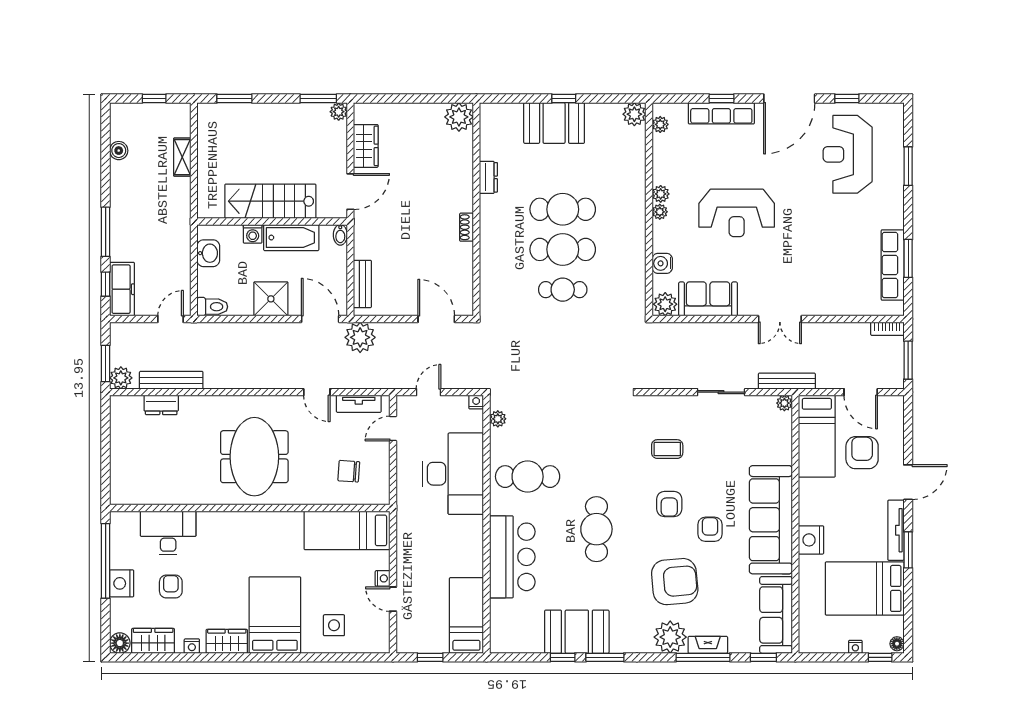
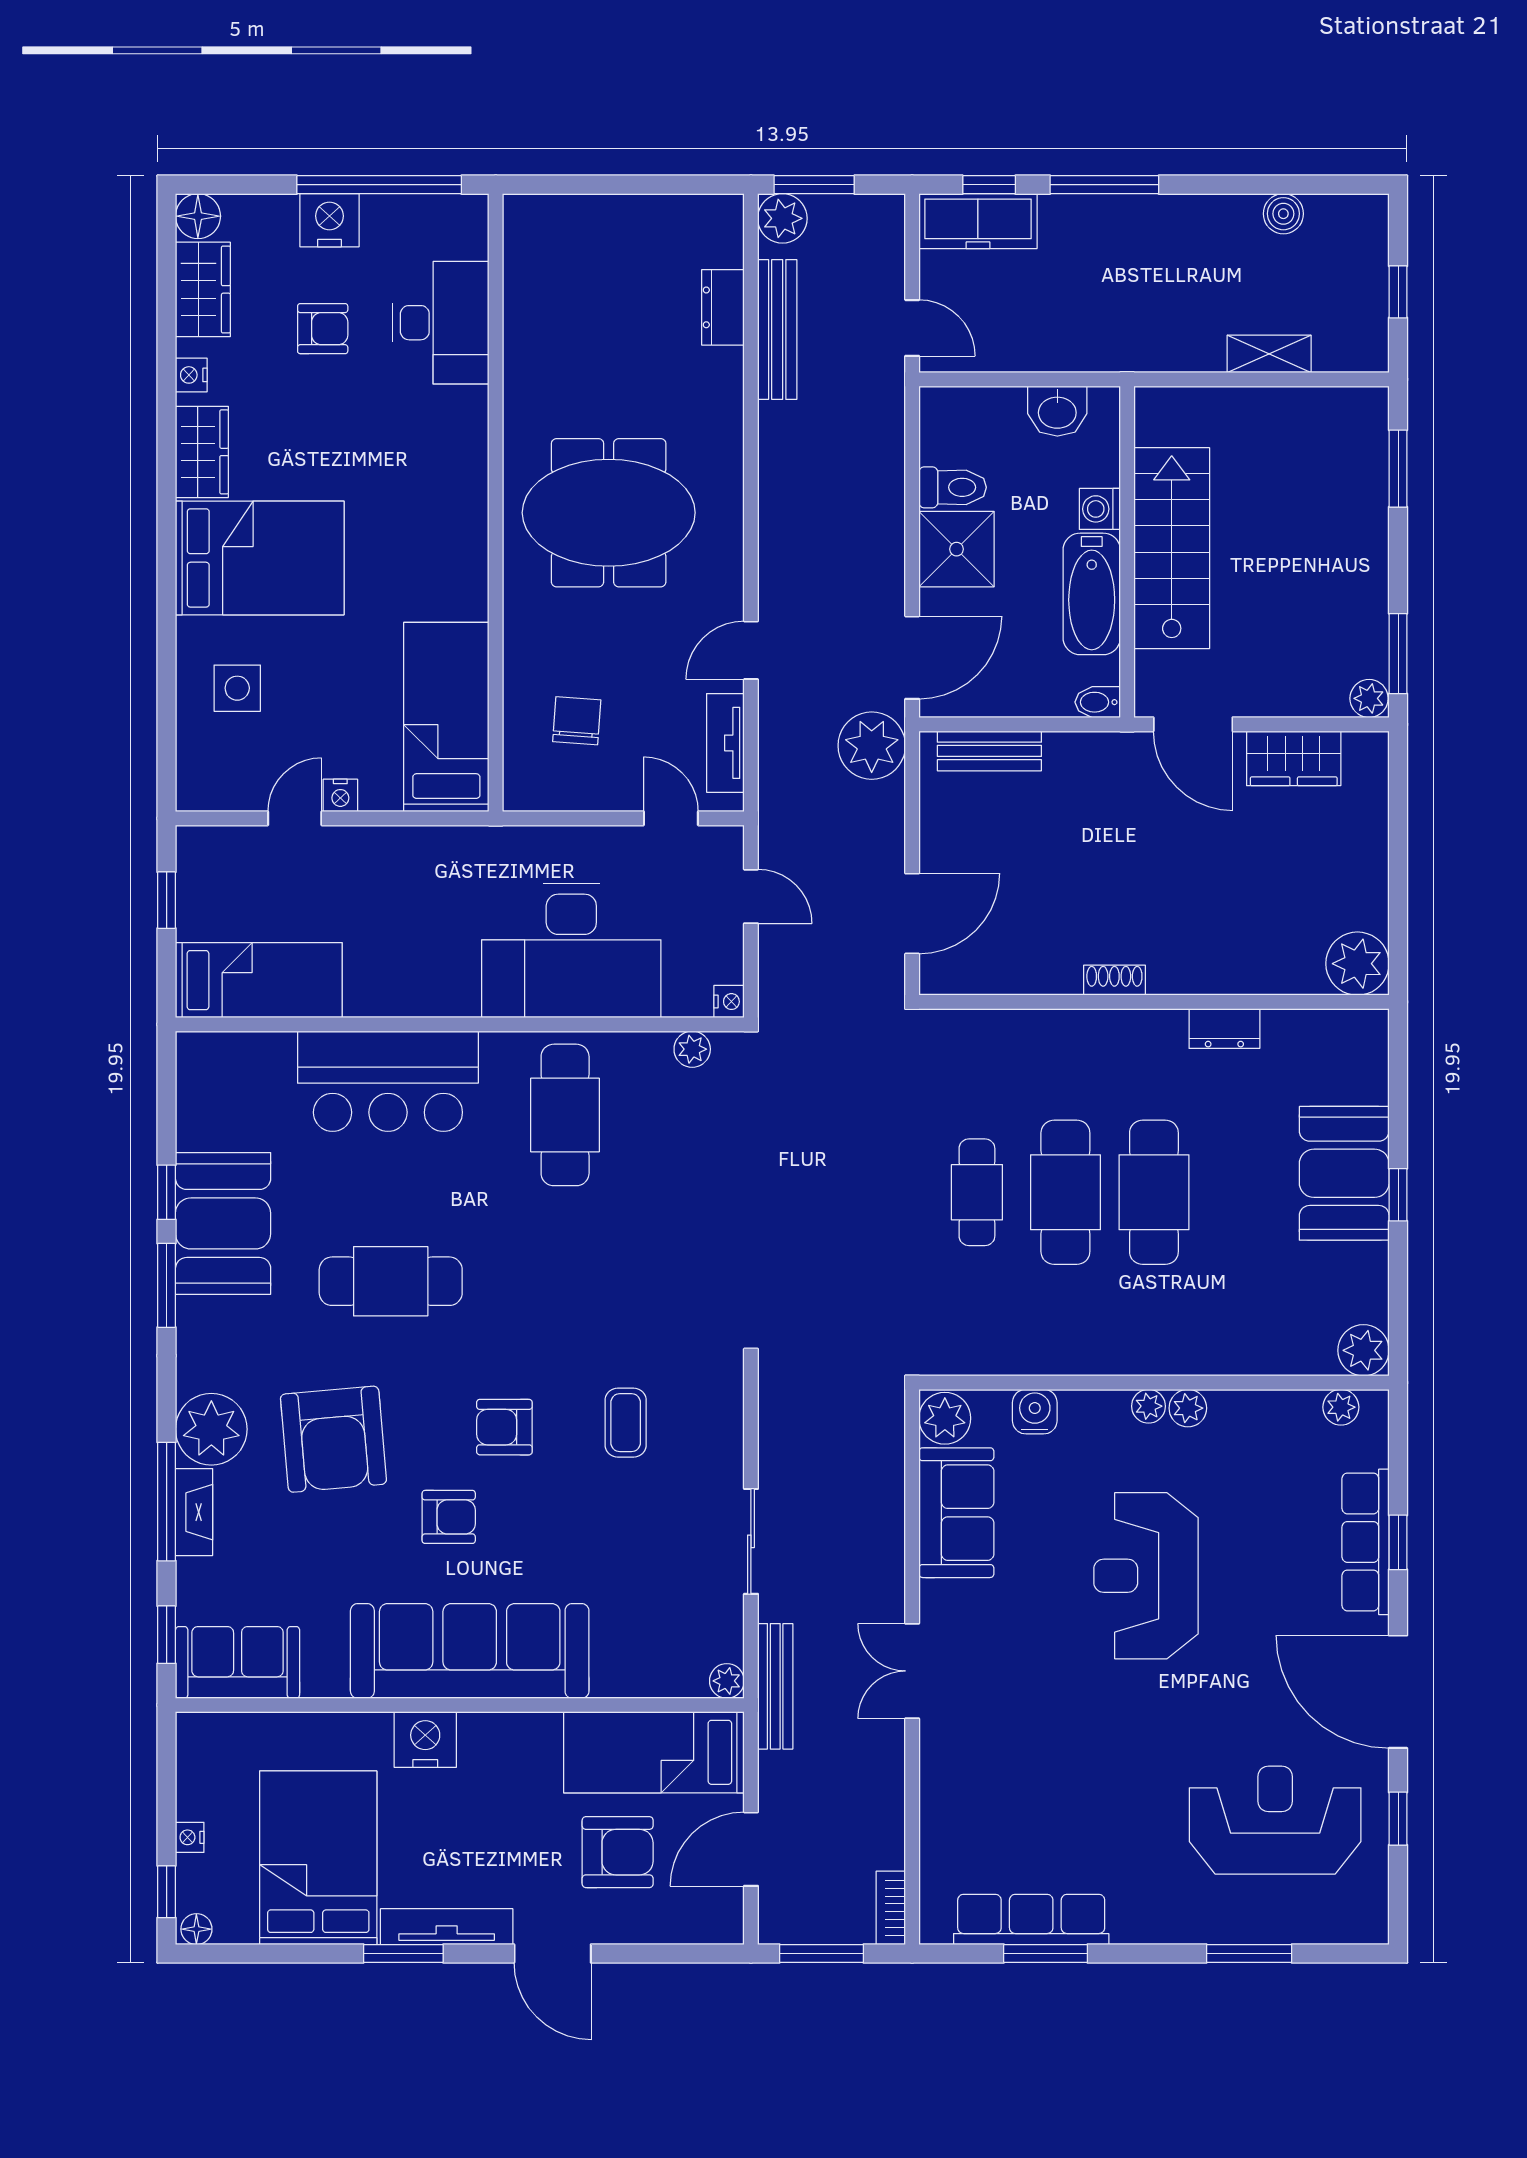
toilet: (212, 307) -> (953, 487), moved, turned -90
cafe table: (596, 529) -> (391, 1281), moved
sofa: (776, 615) -> (238, 1662), width x0.73

